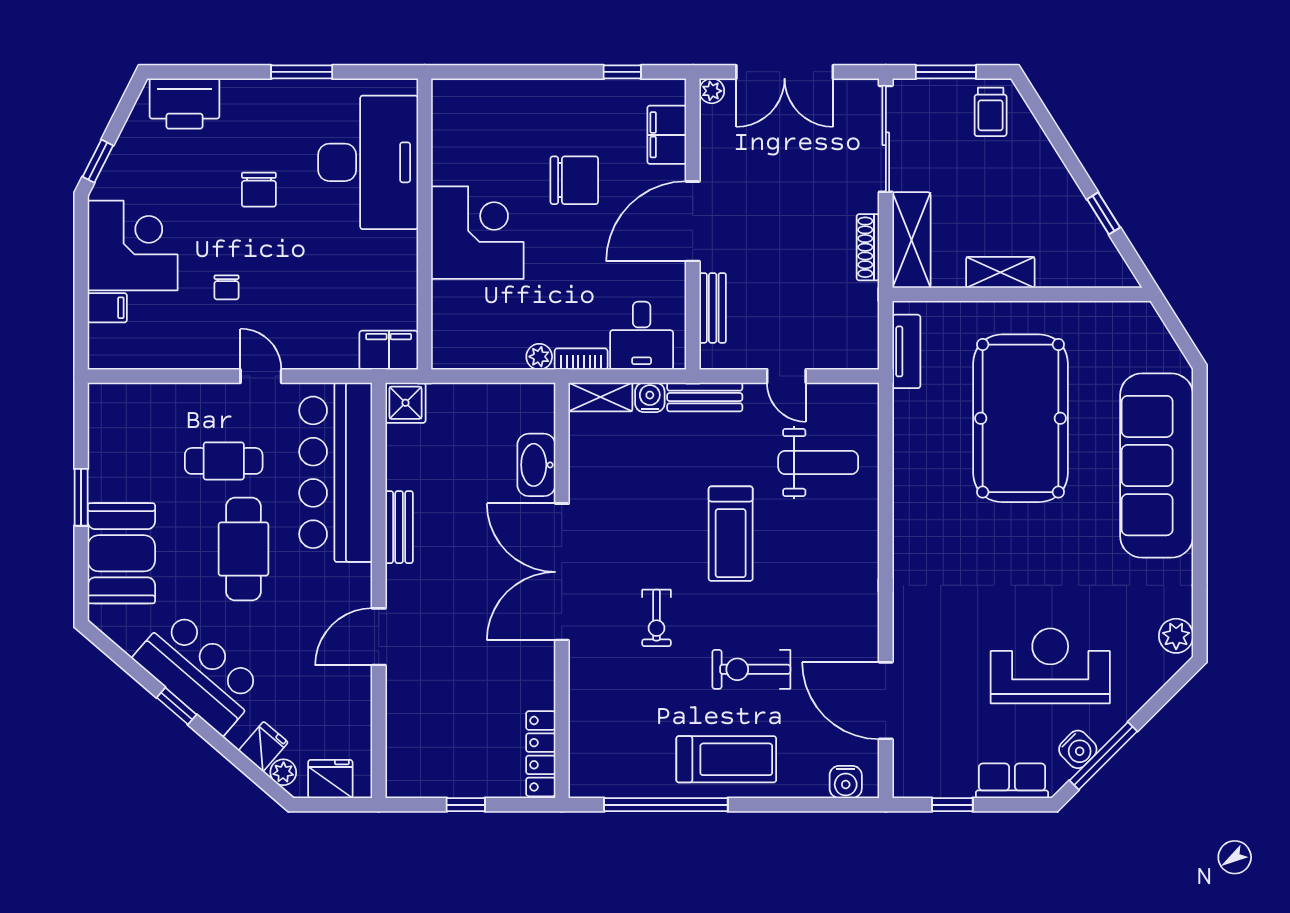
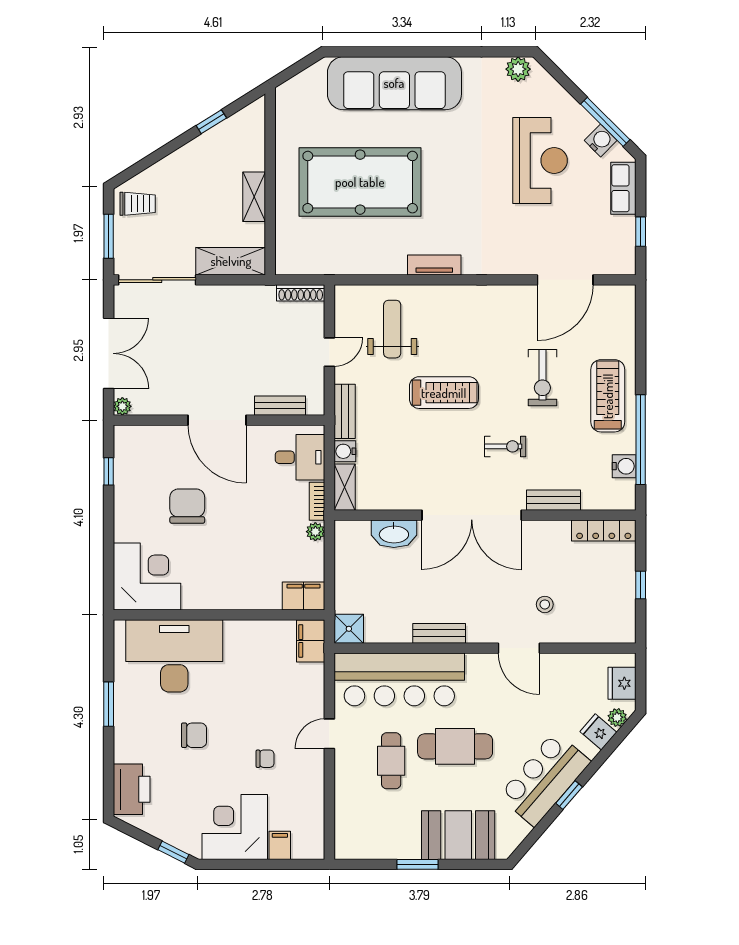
filing cabinet: (667, 135) -> (304, 596), moved, turned 180
corner desk: (477, 233) -> (147, 577), moved, turned 90
shoe rack: (868, 247) -> (301, 293), moved
tv unit: (906, 351) -> (434, 265), moved
reception desk: (1050, 666) -> (540, 161), turned 180
stool: (439, 673) -> (545, 604), added
bench: (583, 684) -> (553, 500), added
water cooler: (846, 782) -> (624, 466), moved

